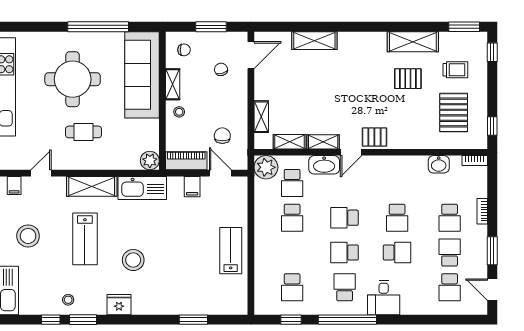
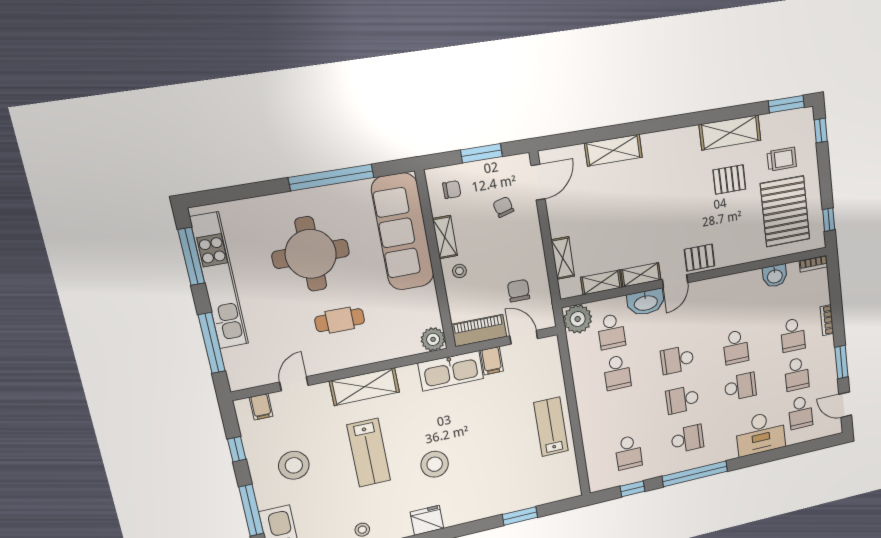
pallet: (454, 113) -> (785, 211), width x1.37, depth x1.41
kitchen sink: (142, 188) -> (451, 371), moved
school desk: (450, 253) -> (797, 374), turned 180
school desk: (345, 287) -> (687, 439), turned 90
desk: (384, 298) -> (760, 433), moved, width x1.37

